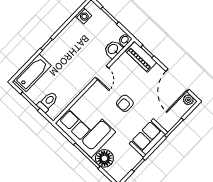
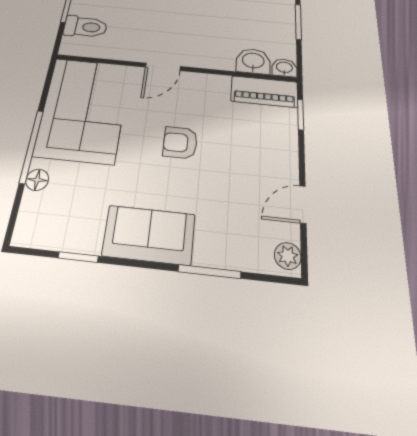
piano: (141, 57) -> (264, 92), moved, turned -90
door: (102, 73) -> (163, 67), moved
door: (177, 80) -> (303, 204), width x0.53
floor lamp: (104, 158) -> (37, 180), width x0.53, depth x0.53

